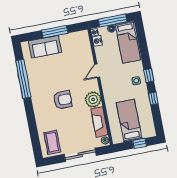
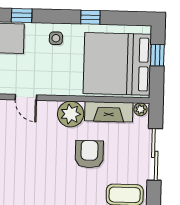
window: (149, 76) -> (22, 15), moved
armchair: (63, 100) -> (89, 154), moved
bed: (129, 121) -> (117, 64), width x2.04

